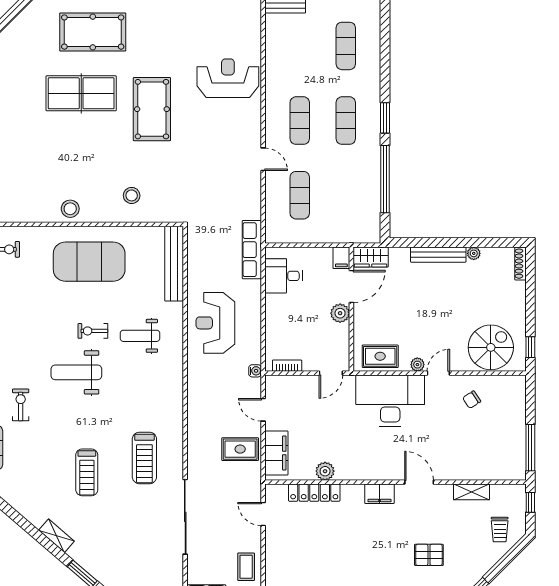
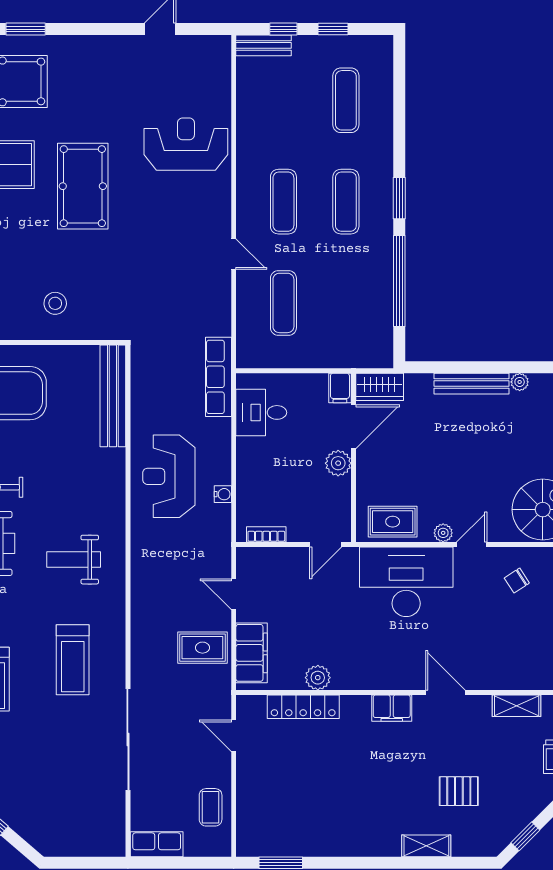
weight bench: (140, 336) -> (74, 560), moved
water cooler: (255, 371) -> (223, 494), moved

